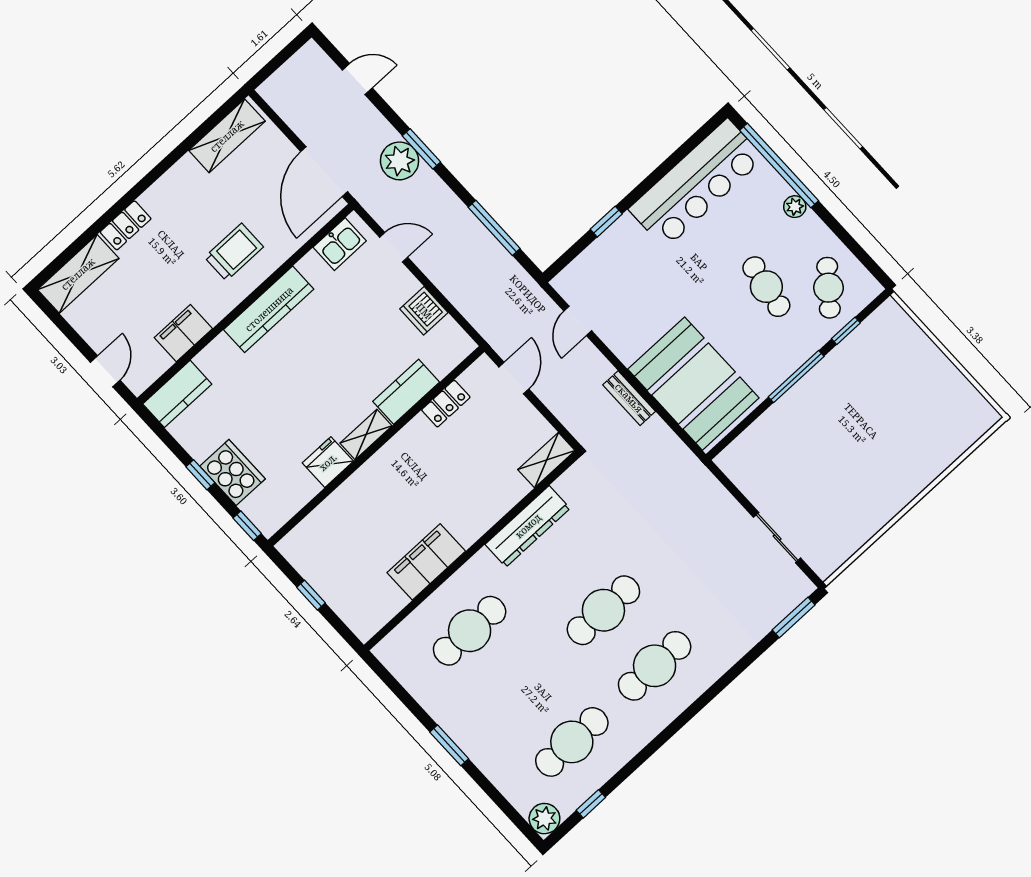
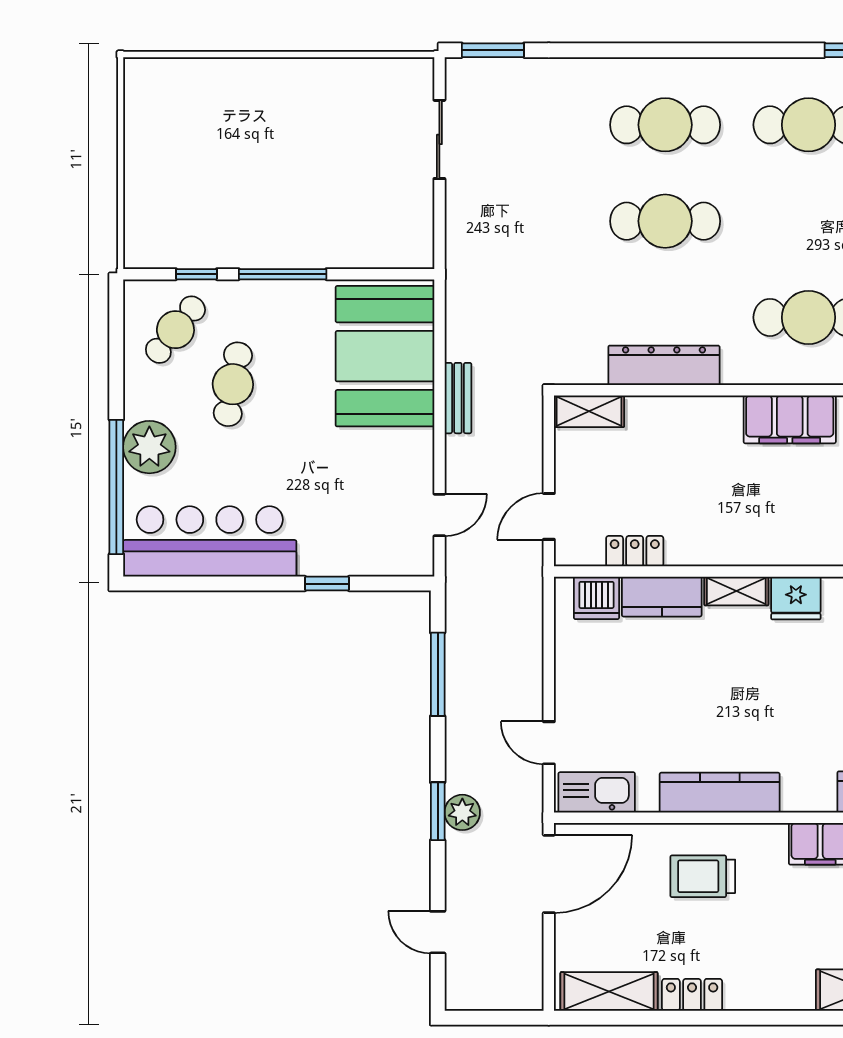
plant: (400, 161) -> (462, 812), width x0.73, depth x0.73
plant: (795, 207) -> (149, 447), width x1.88, depth x1.88
locker: (126, 225) -> (692, 995), moved
kitchen sink: (340, 244) -> (597, 792), width x1.38
dishwasher: (424, 311) -> (596, 598), moved, turned 90

